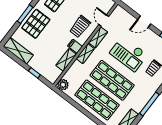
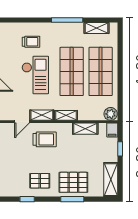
filing cabinet: (75, 46) -> (112, 130), moved

